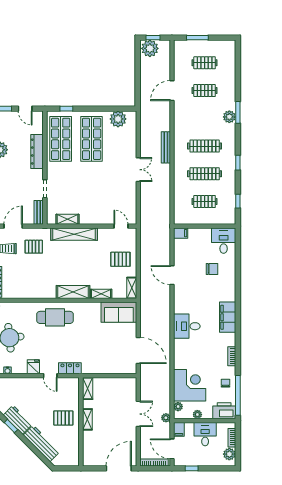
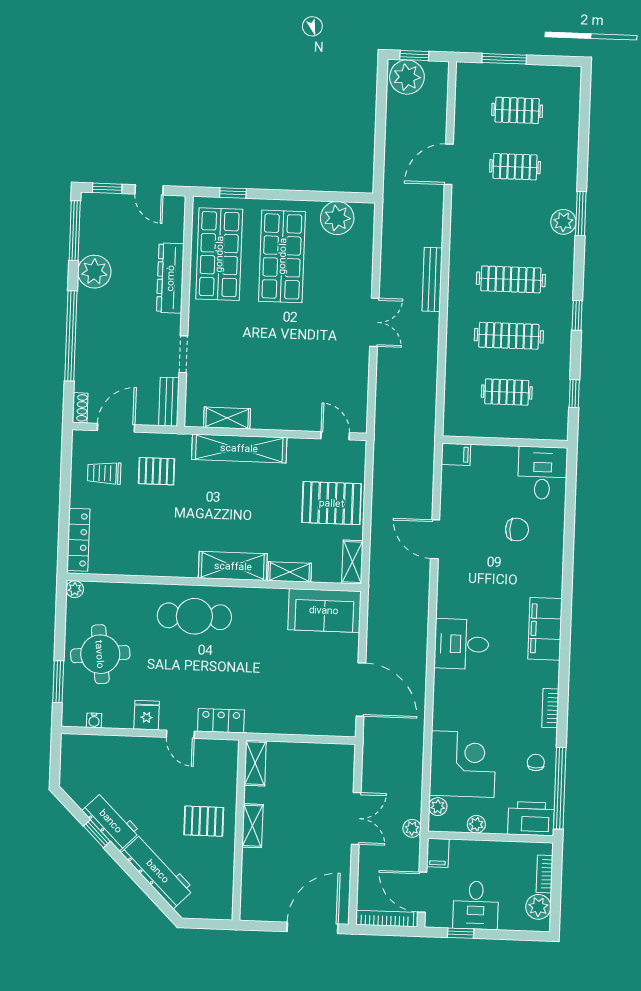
pallet: (120, 259) -> (332, 503), width x1.50, depth x1.42
desk: (205, 434) -> (476, 905), moved, turned 180

